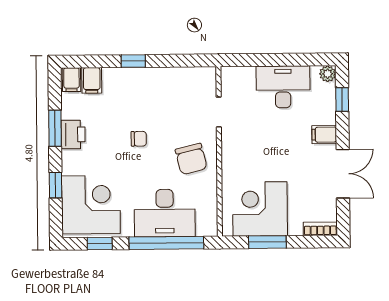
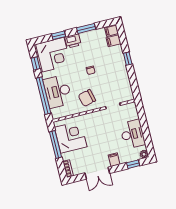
printer: (73, 134) -> (73, 41), moved
window: (267, 242) -> (55, 144), width x1.44

